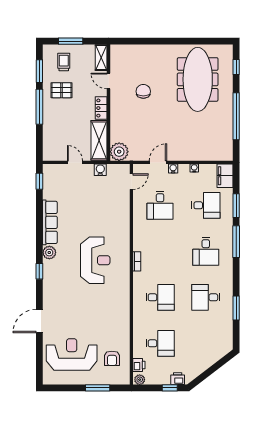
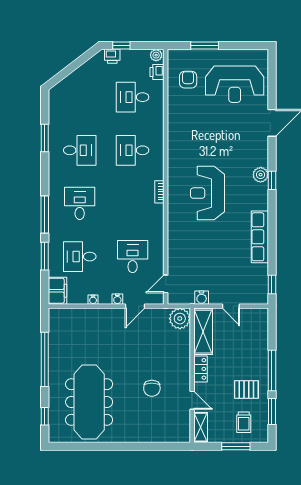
plant: (49, 253) -> (261, 175), moved

